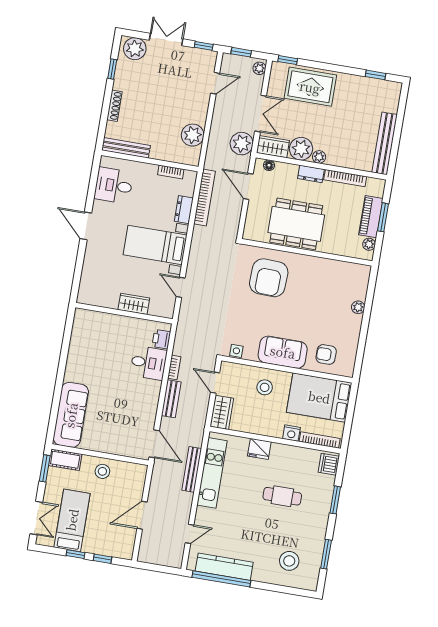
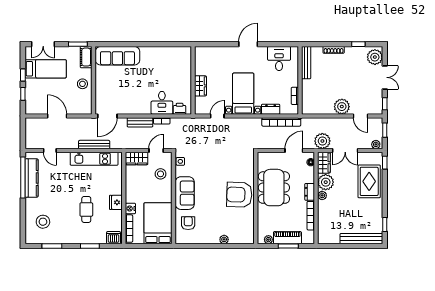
plant: (193, 135) -> (342, 107), moved
bench: (385, 143) -> (361, 239), moved
armchair: (269, 278) -> (239, 195), moved
stool: (265, 387) -> (161, 174), moved
fridge: (259, 449) -> (116, 202), moved

